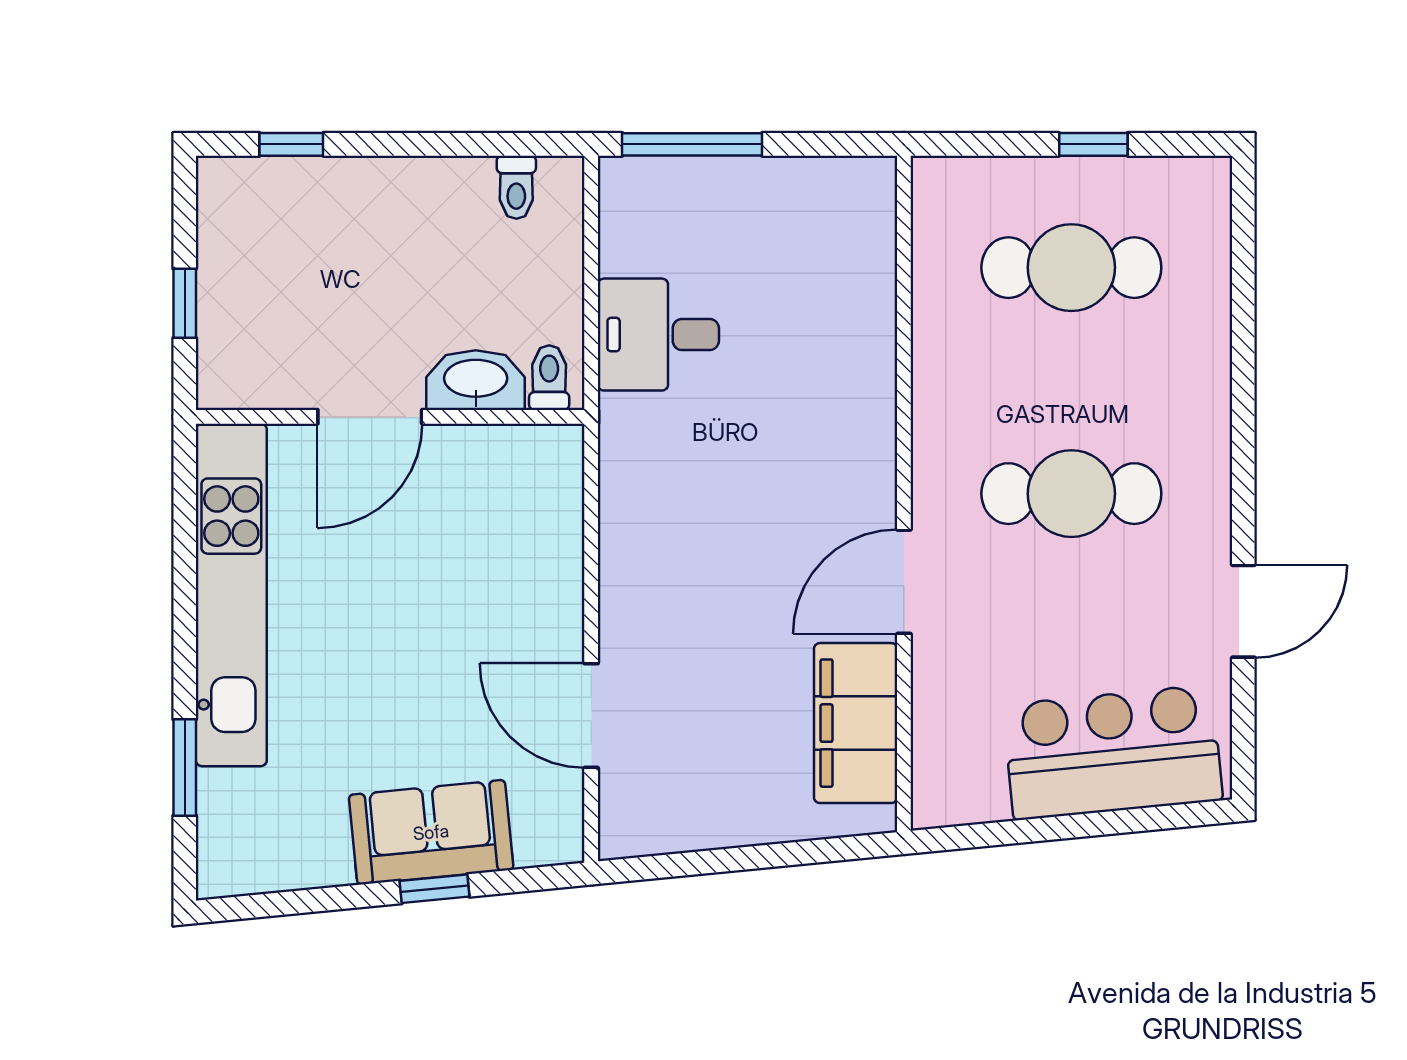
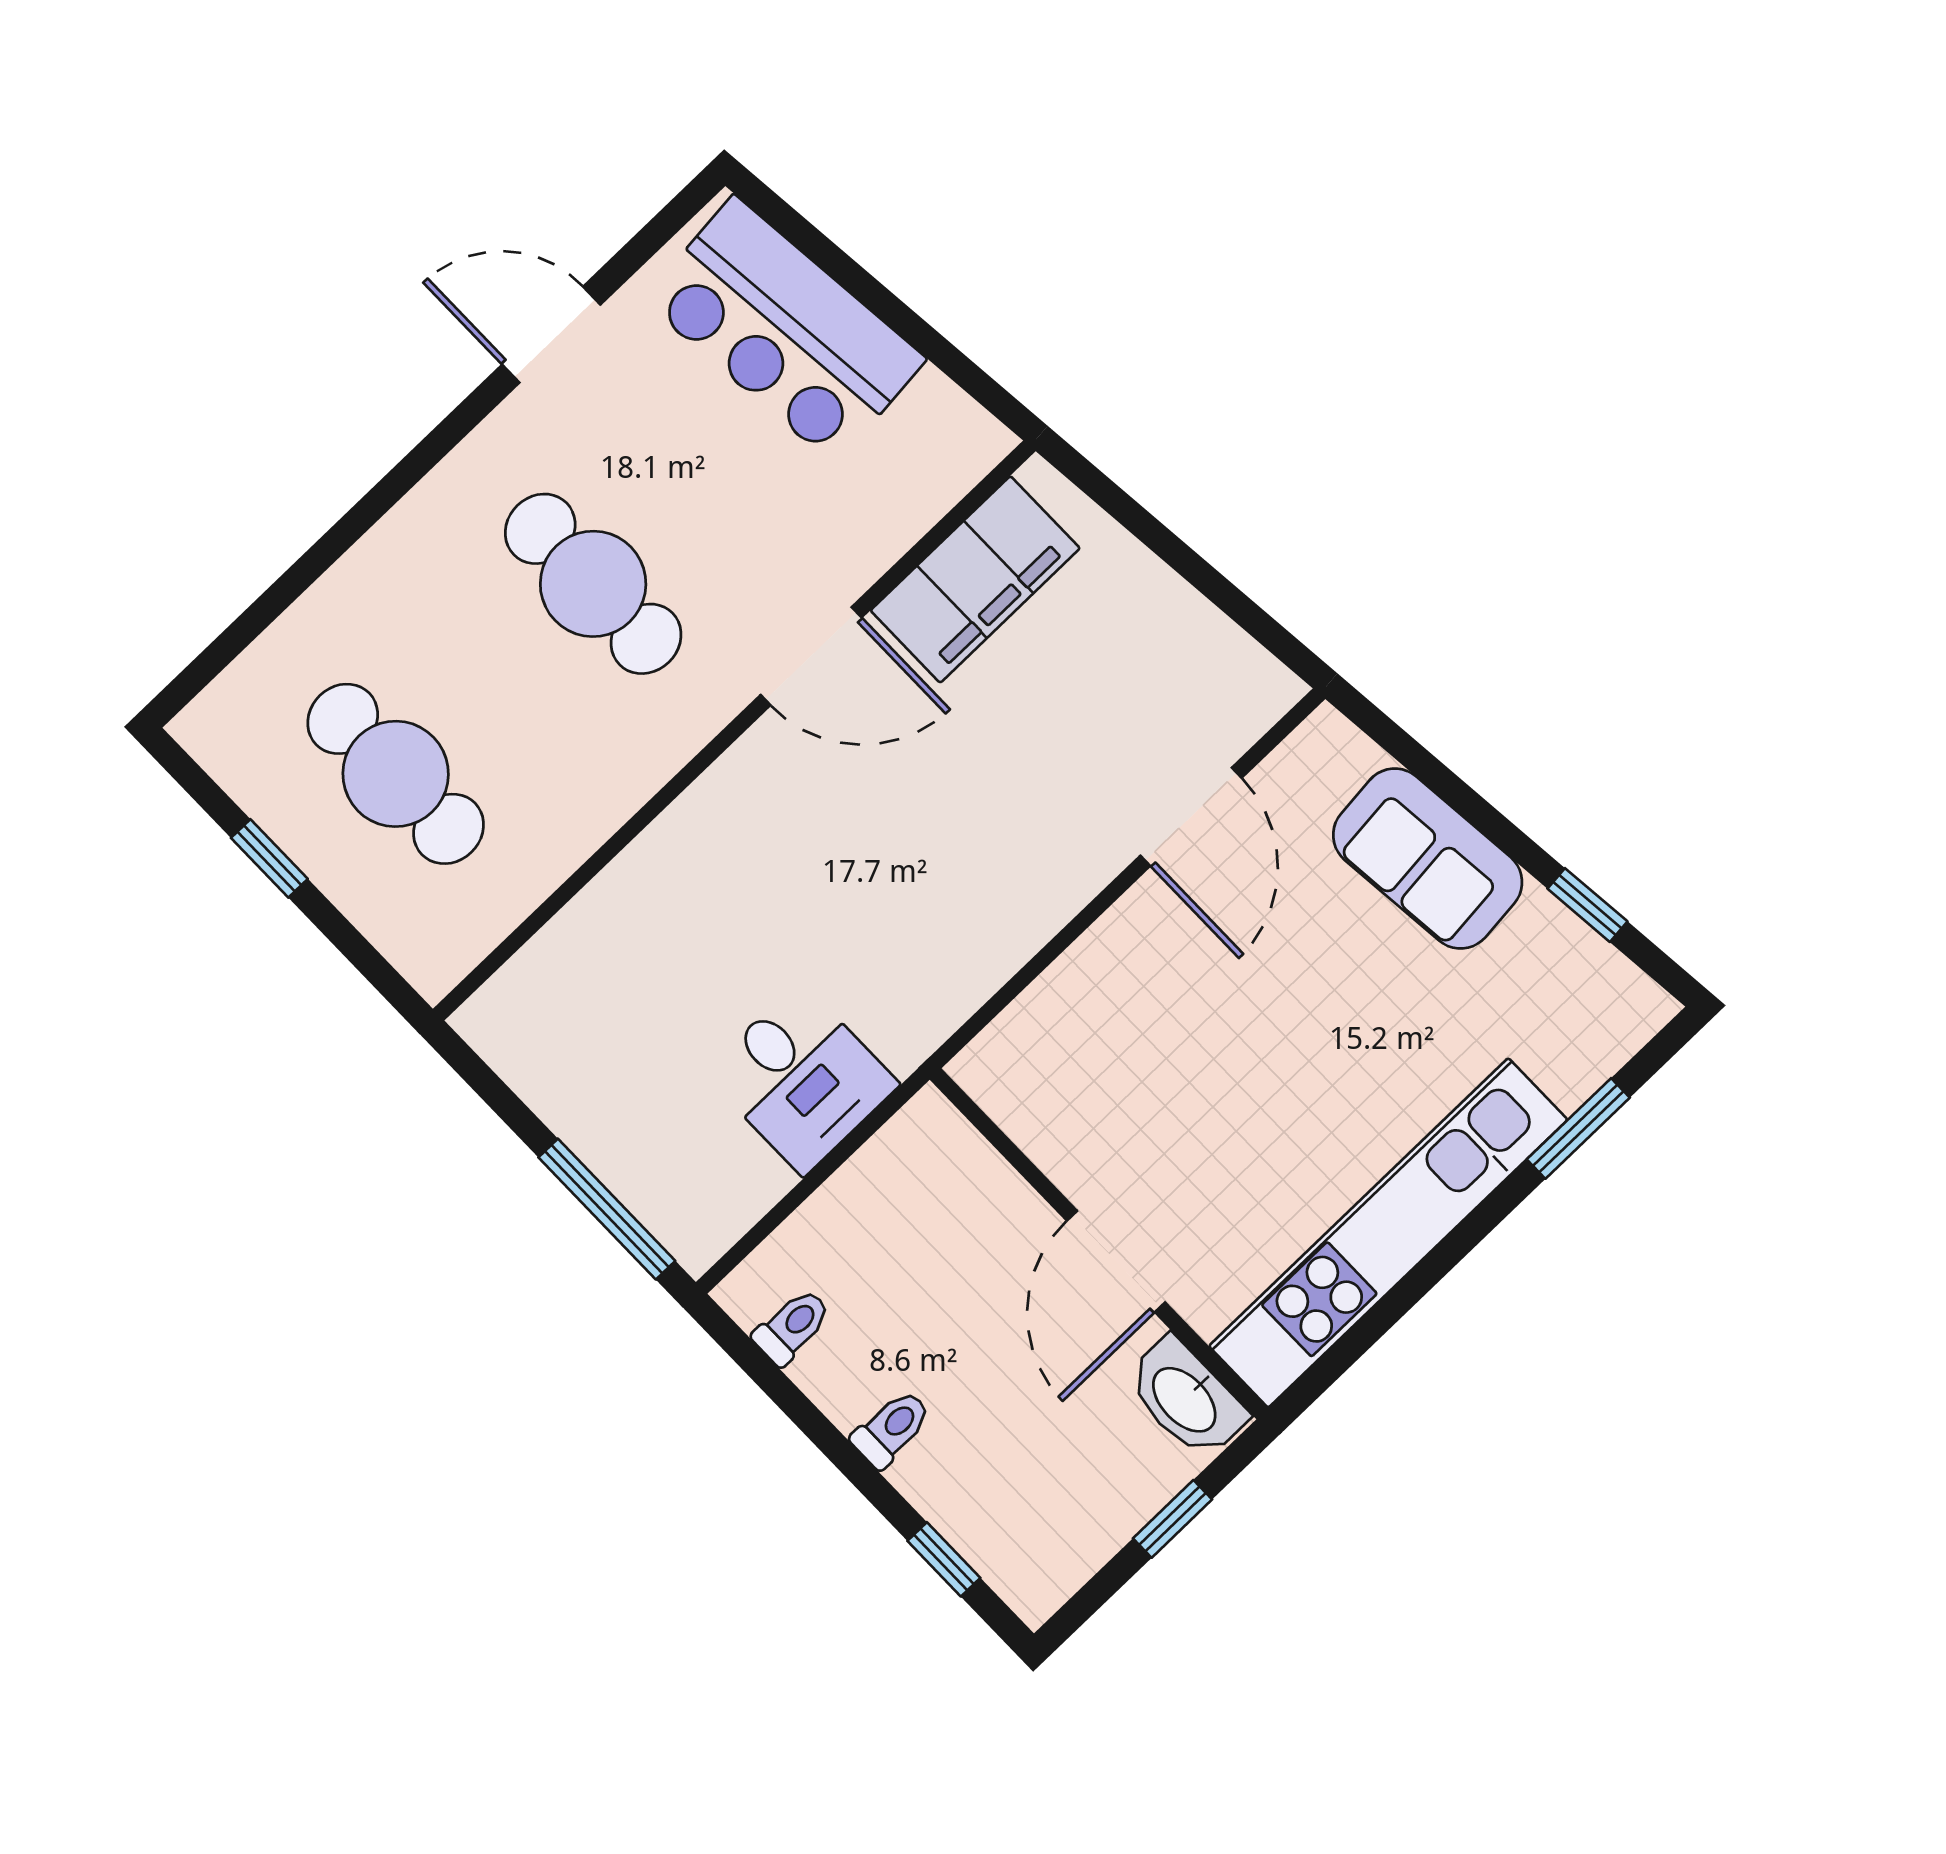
toilet: (549, 378) -> (892, 1429), moved, turned 180
washbasin: (476, 380) -> (1186, 1398), moved
door: (370, 417) -> (1116, 1262), swing flipped
window: (434, 889) -> (1587, 905), moved

